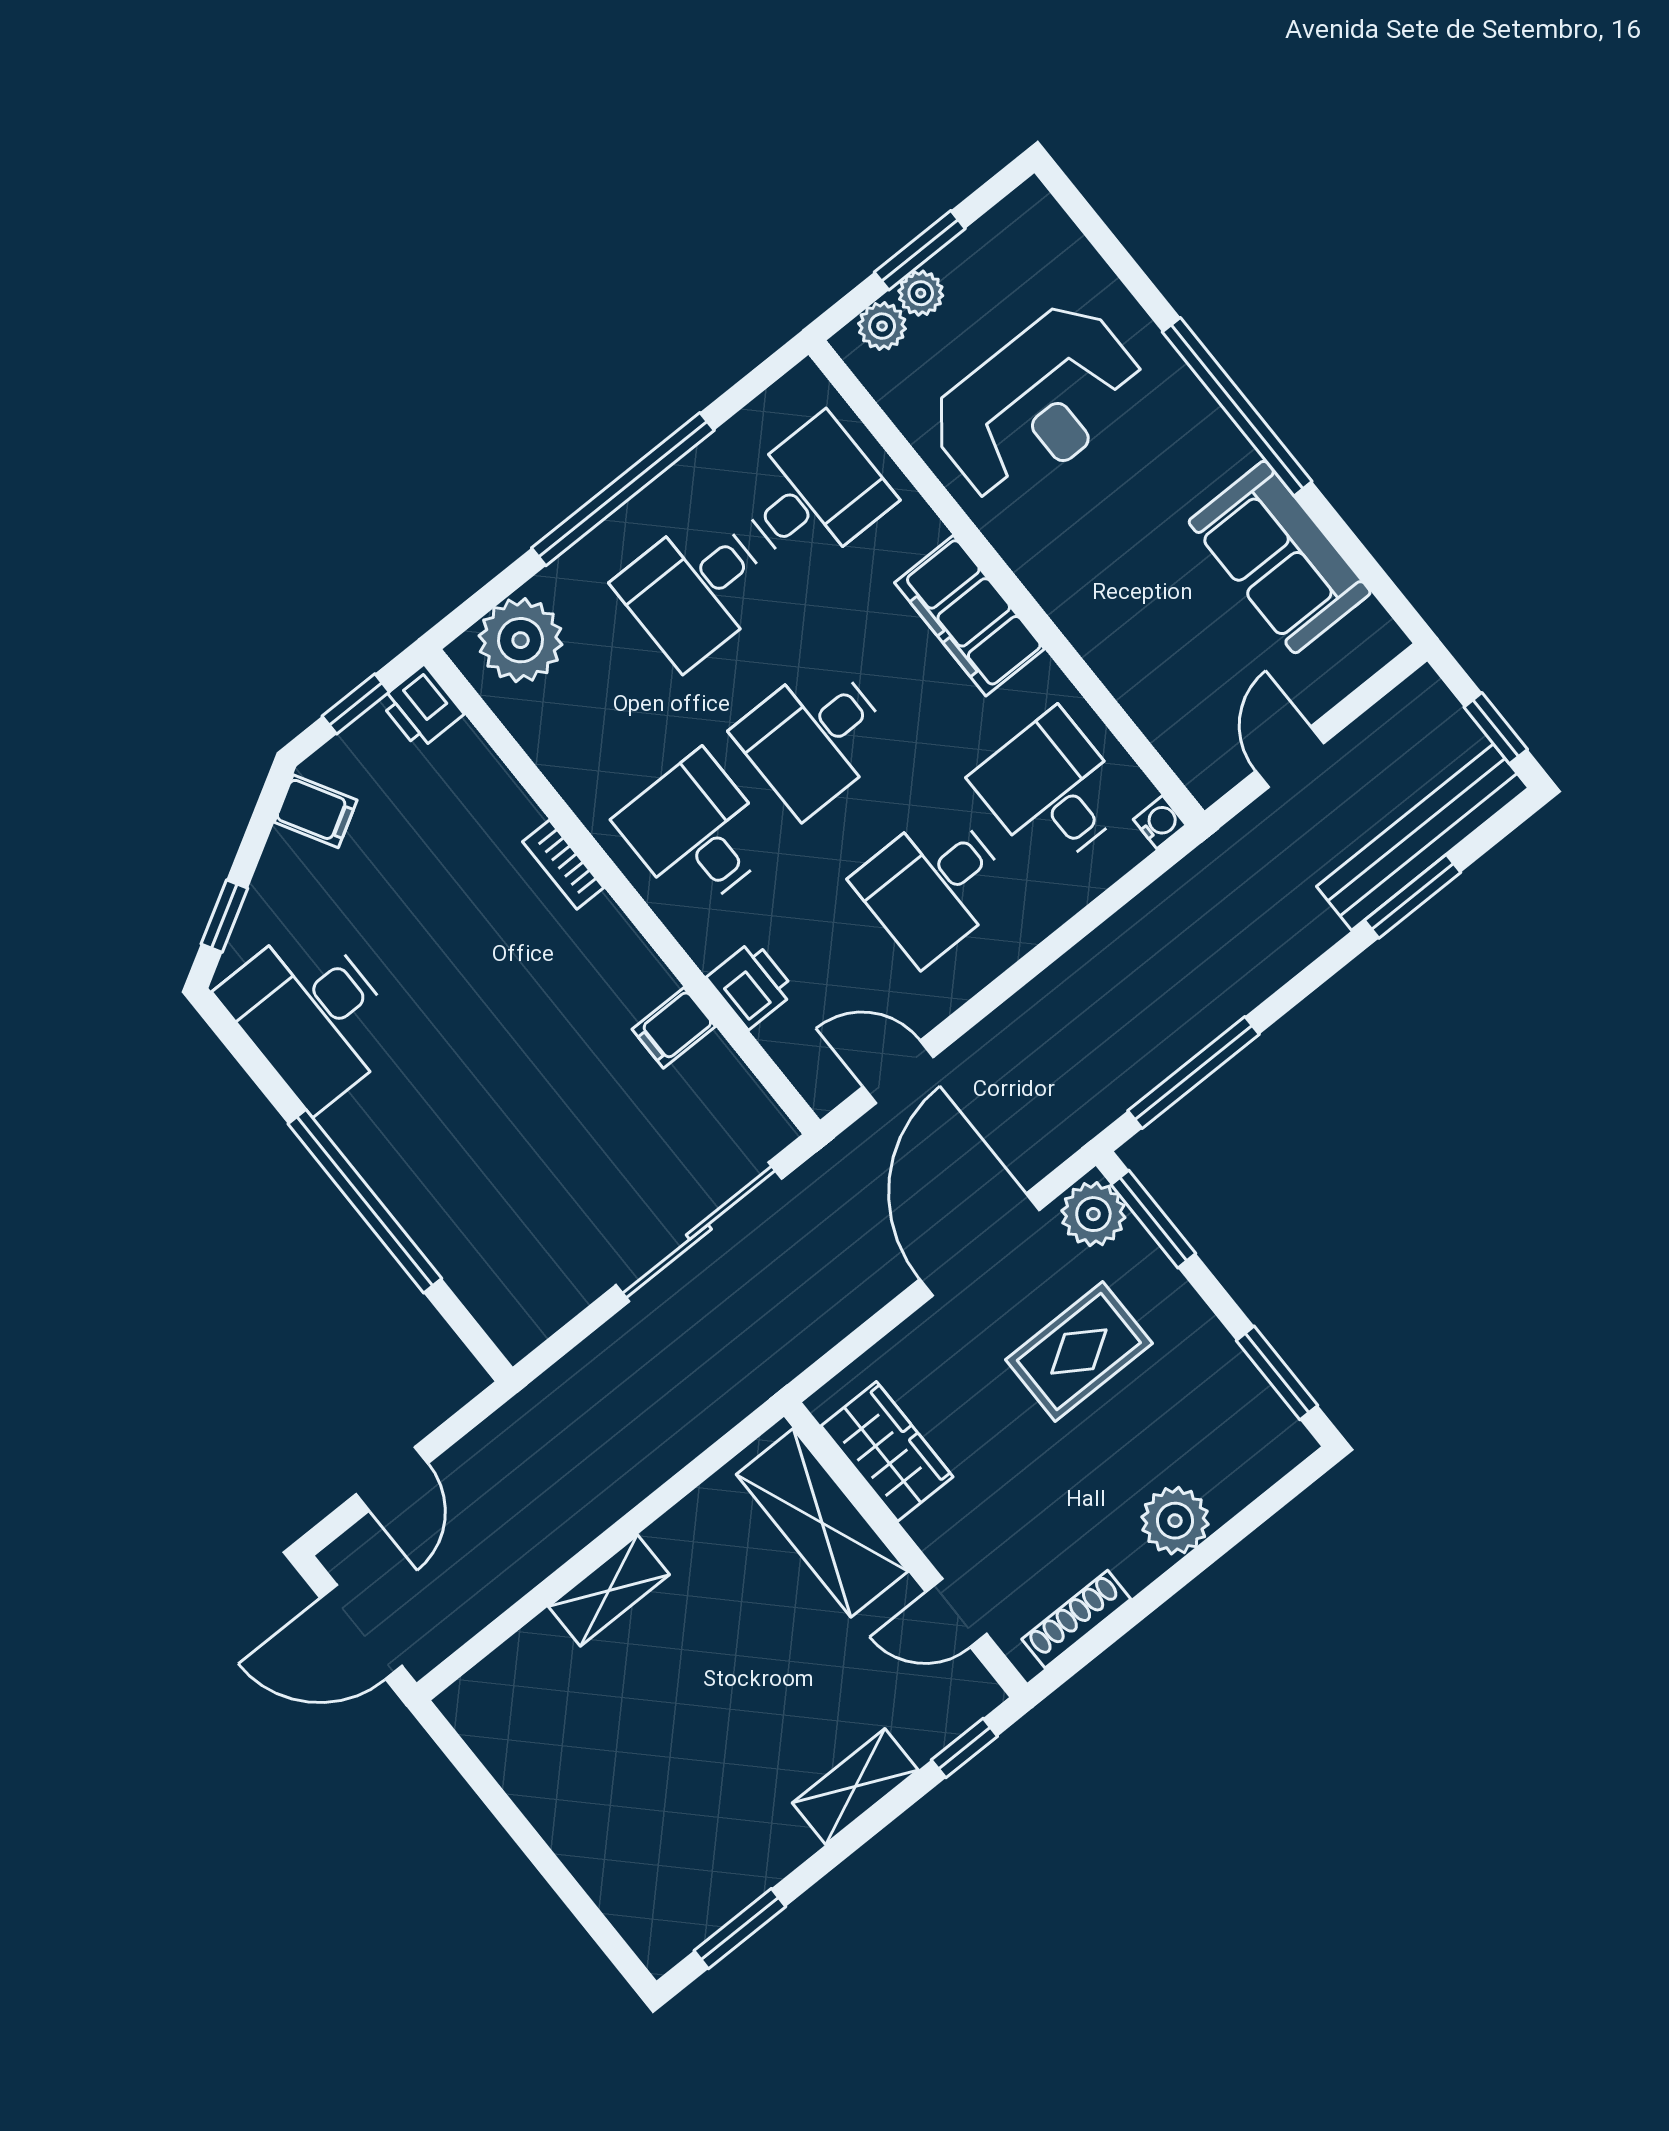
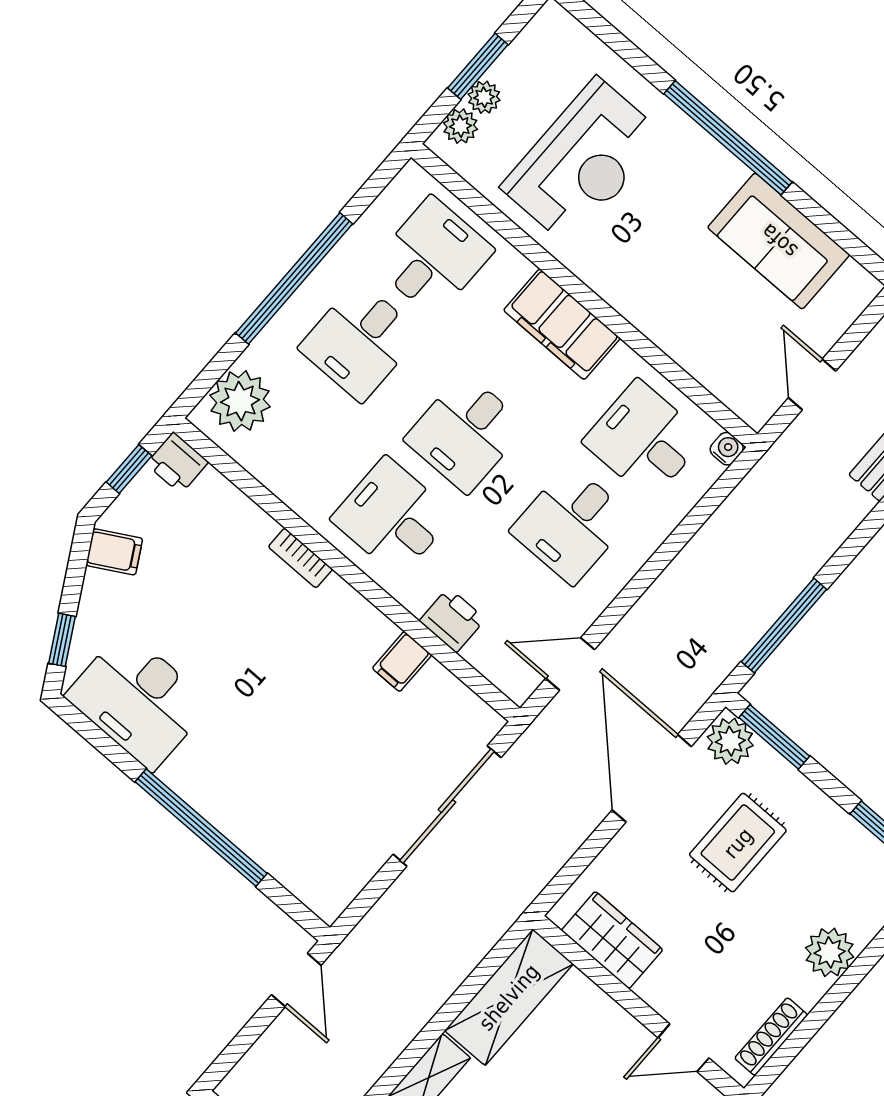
door: (392, 1479) -> (296, 980), moved
shelving: (822, 1523) -> (509, 997), moved, turned 90

